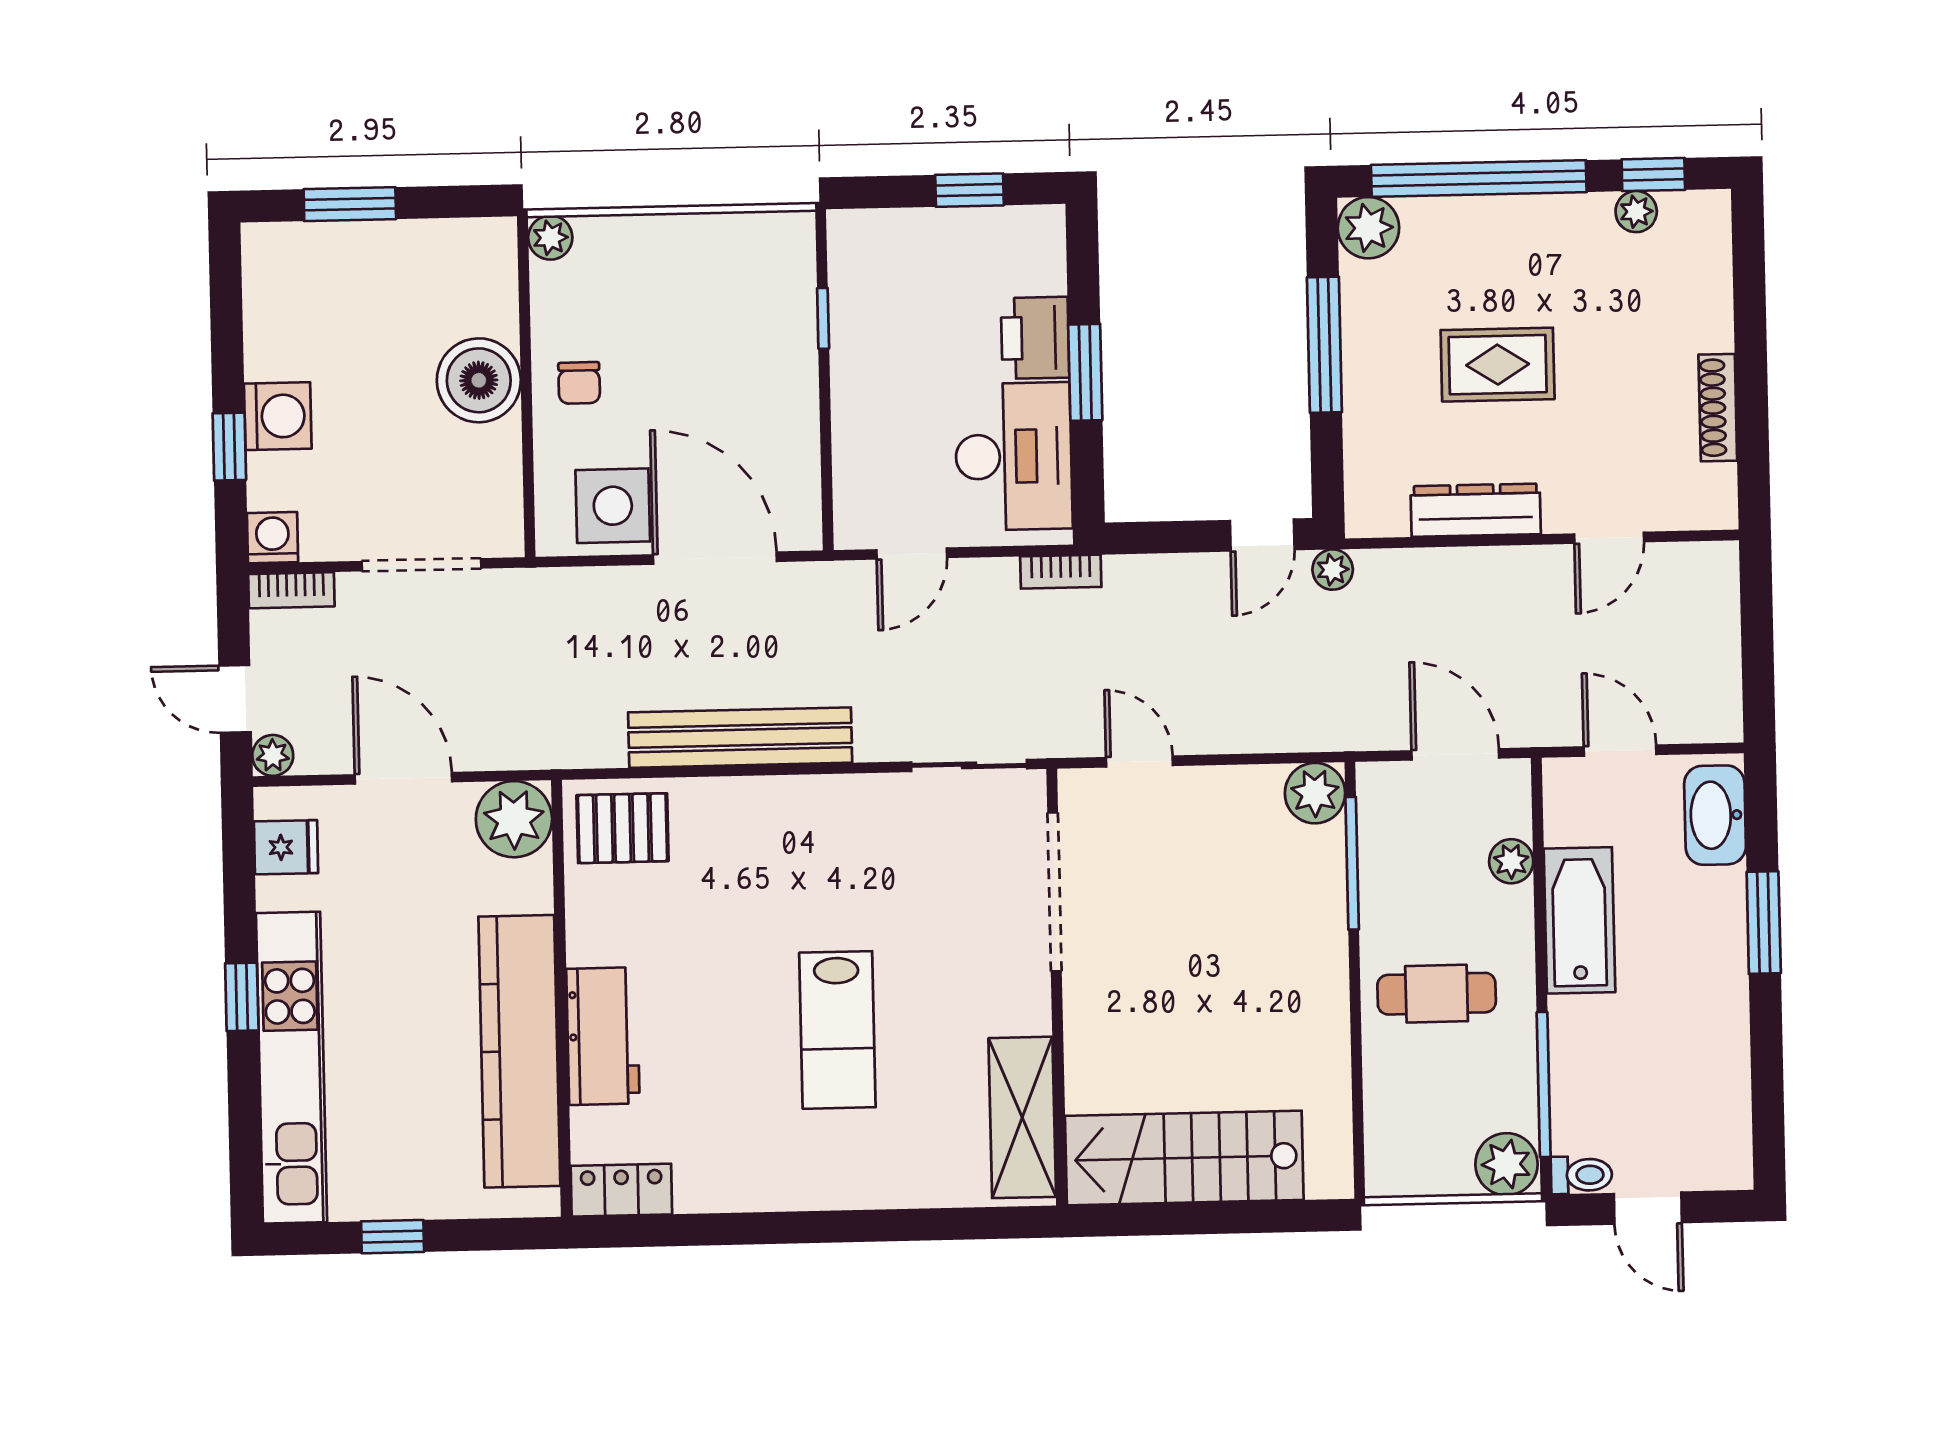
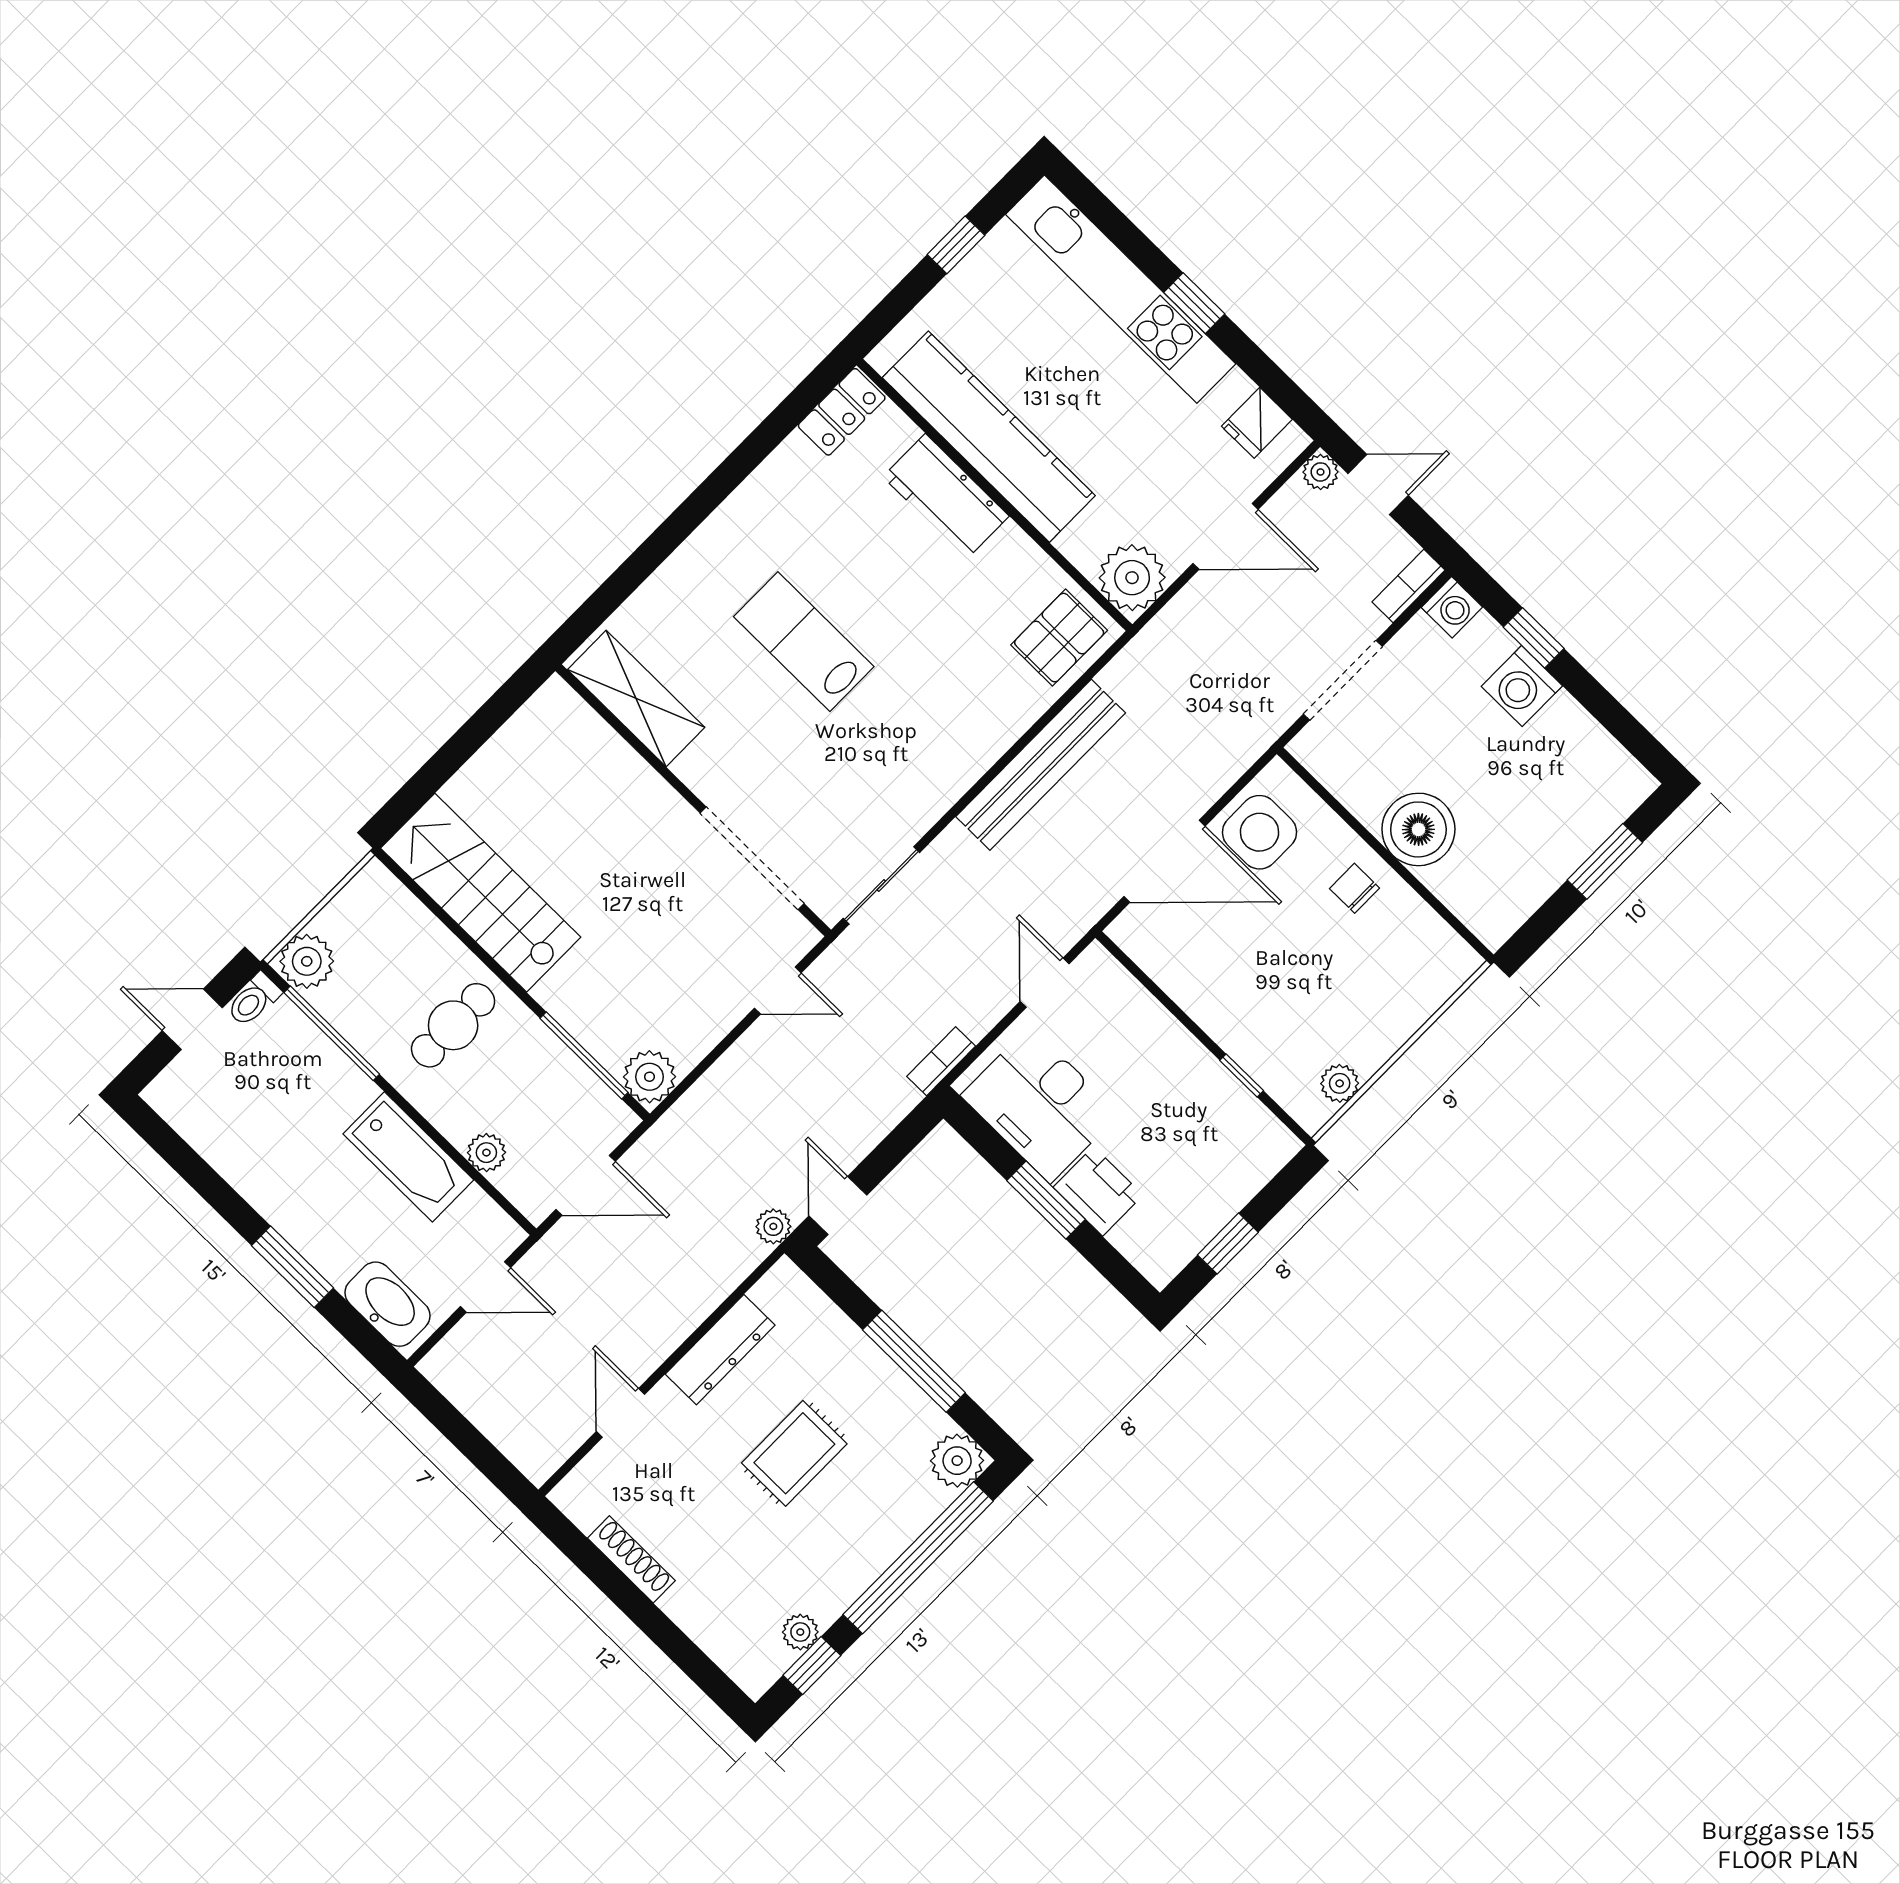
plant: (550, 238) -> (1340, 1083), moved
stairs: (1184, 1158) -> (481, 893), moved, turned -90

